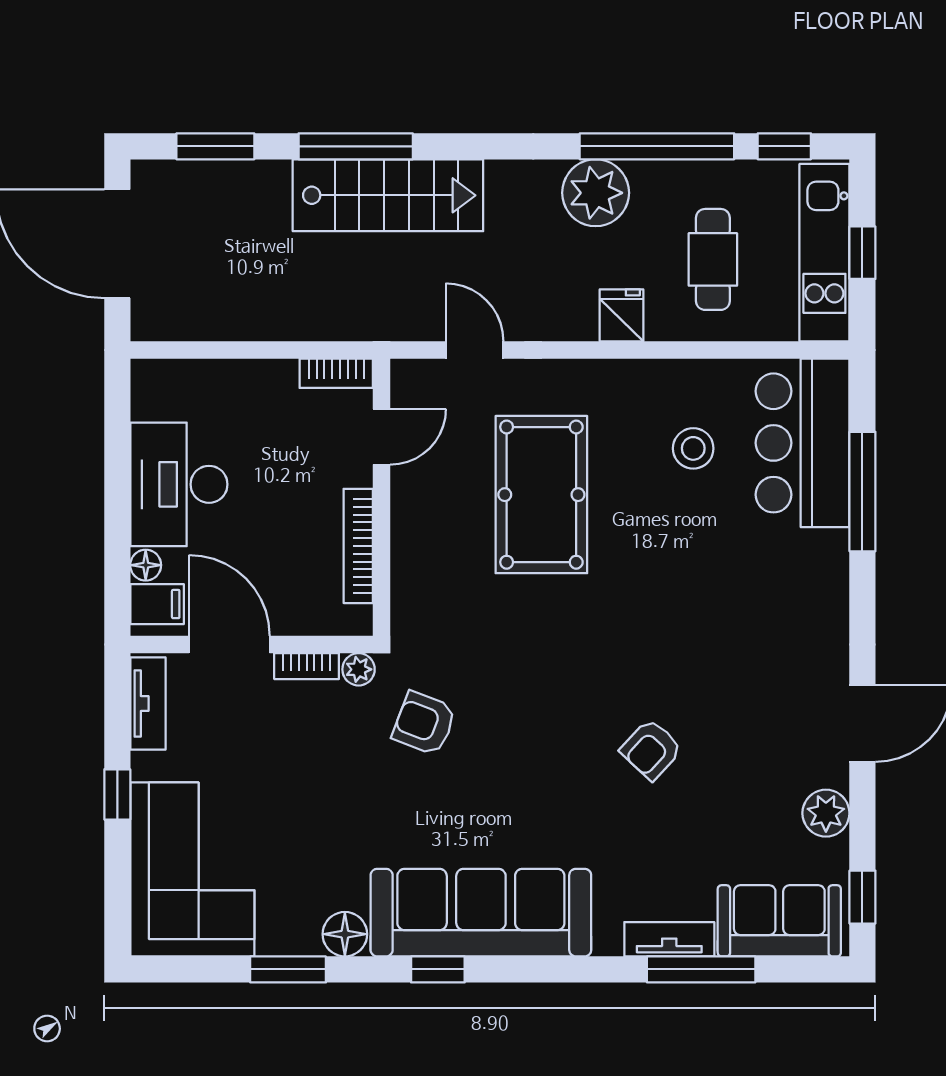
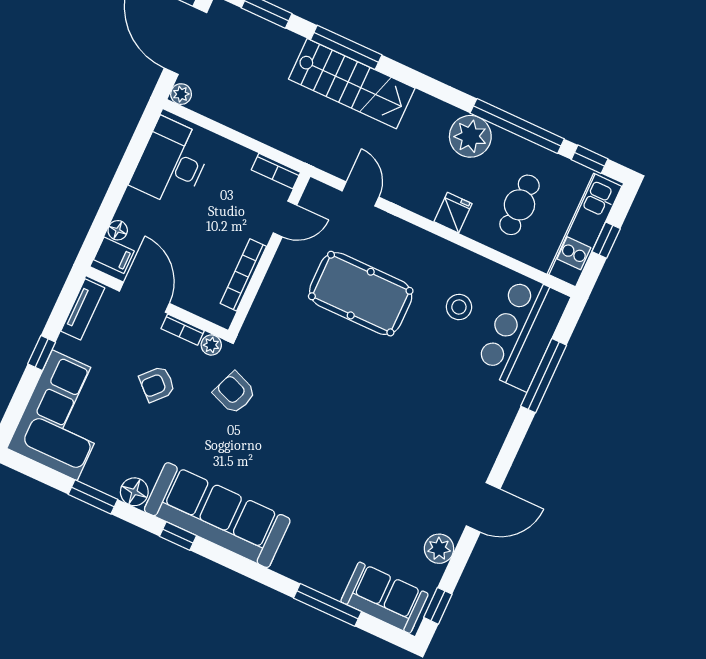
plant: (147, 325) -> (181, 94), added
desk: (179, 484) -> (172, 162), moved
pool table: (541, 495) -> (361, 294), turned 90
armchair: (651, 749) -> (157, 384), moved
tv unit: (669, 939) -> (317, 579), removed

